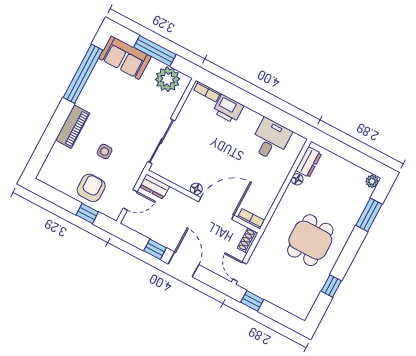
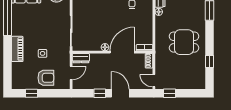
armchair: (91, 188) -> (46, 78), turned 90
window: (87, 213) -> (31, 93), moved
dining table: (310, 240) -> (184, 42), turned 90

